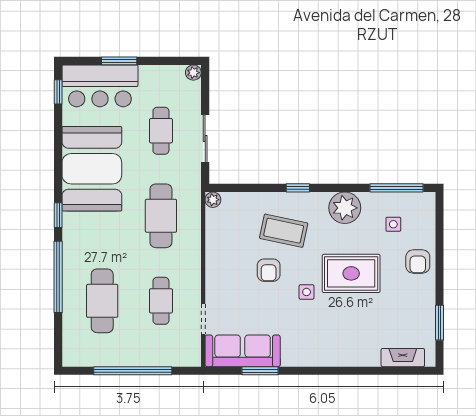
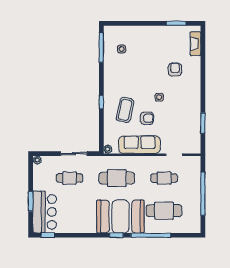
booth: (92, 169) -> (120, 216), moved
plant: (345, 208) -> (112, 76), removed
armchair: (418, 261) -> (175, 70), moved, turned -90
rug: (351, 273) -> (149, 72), removed
sofa: (243, 351) -> (139, 145), moved, turned 90

